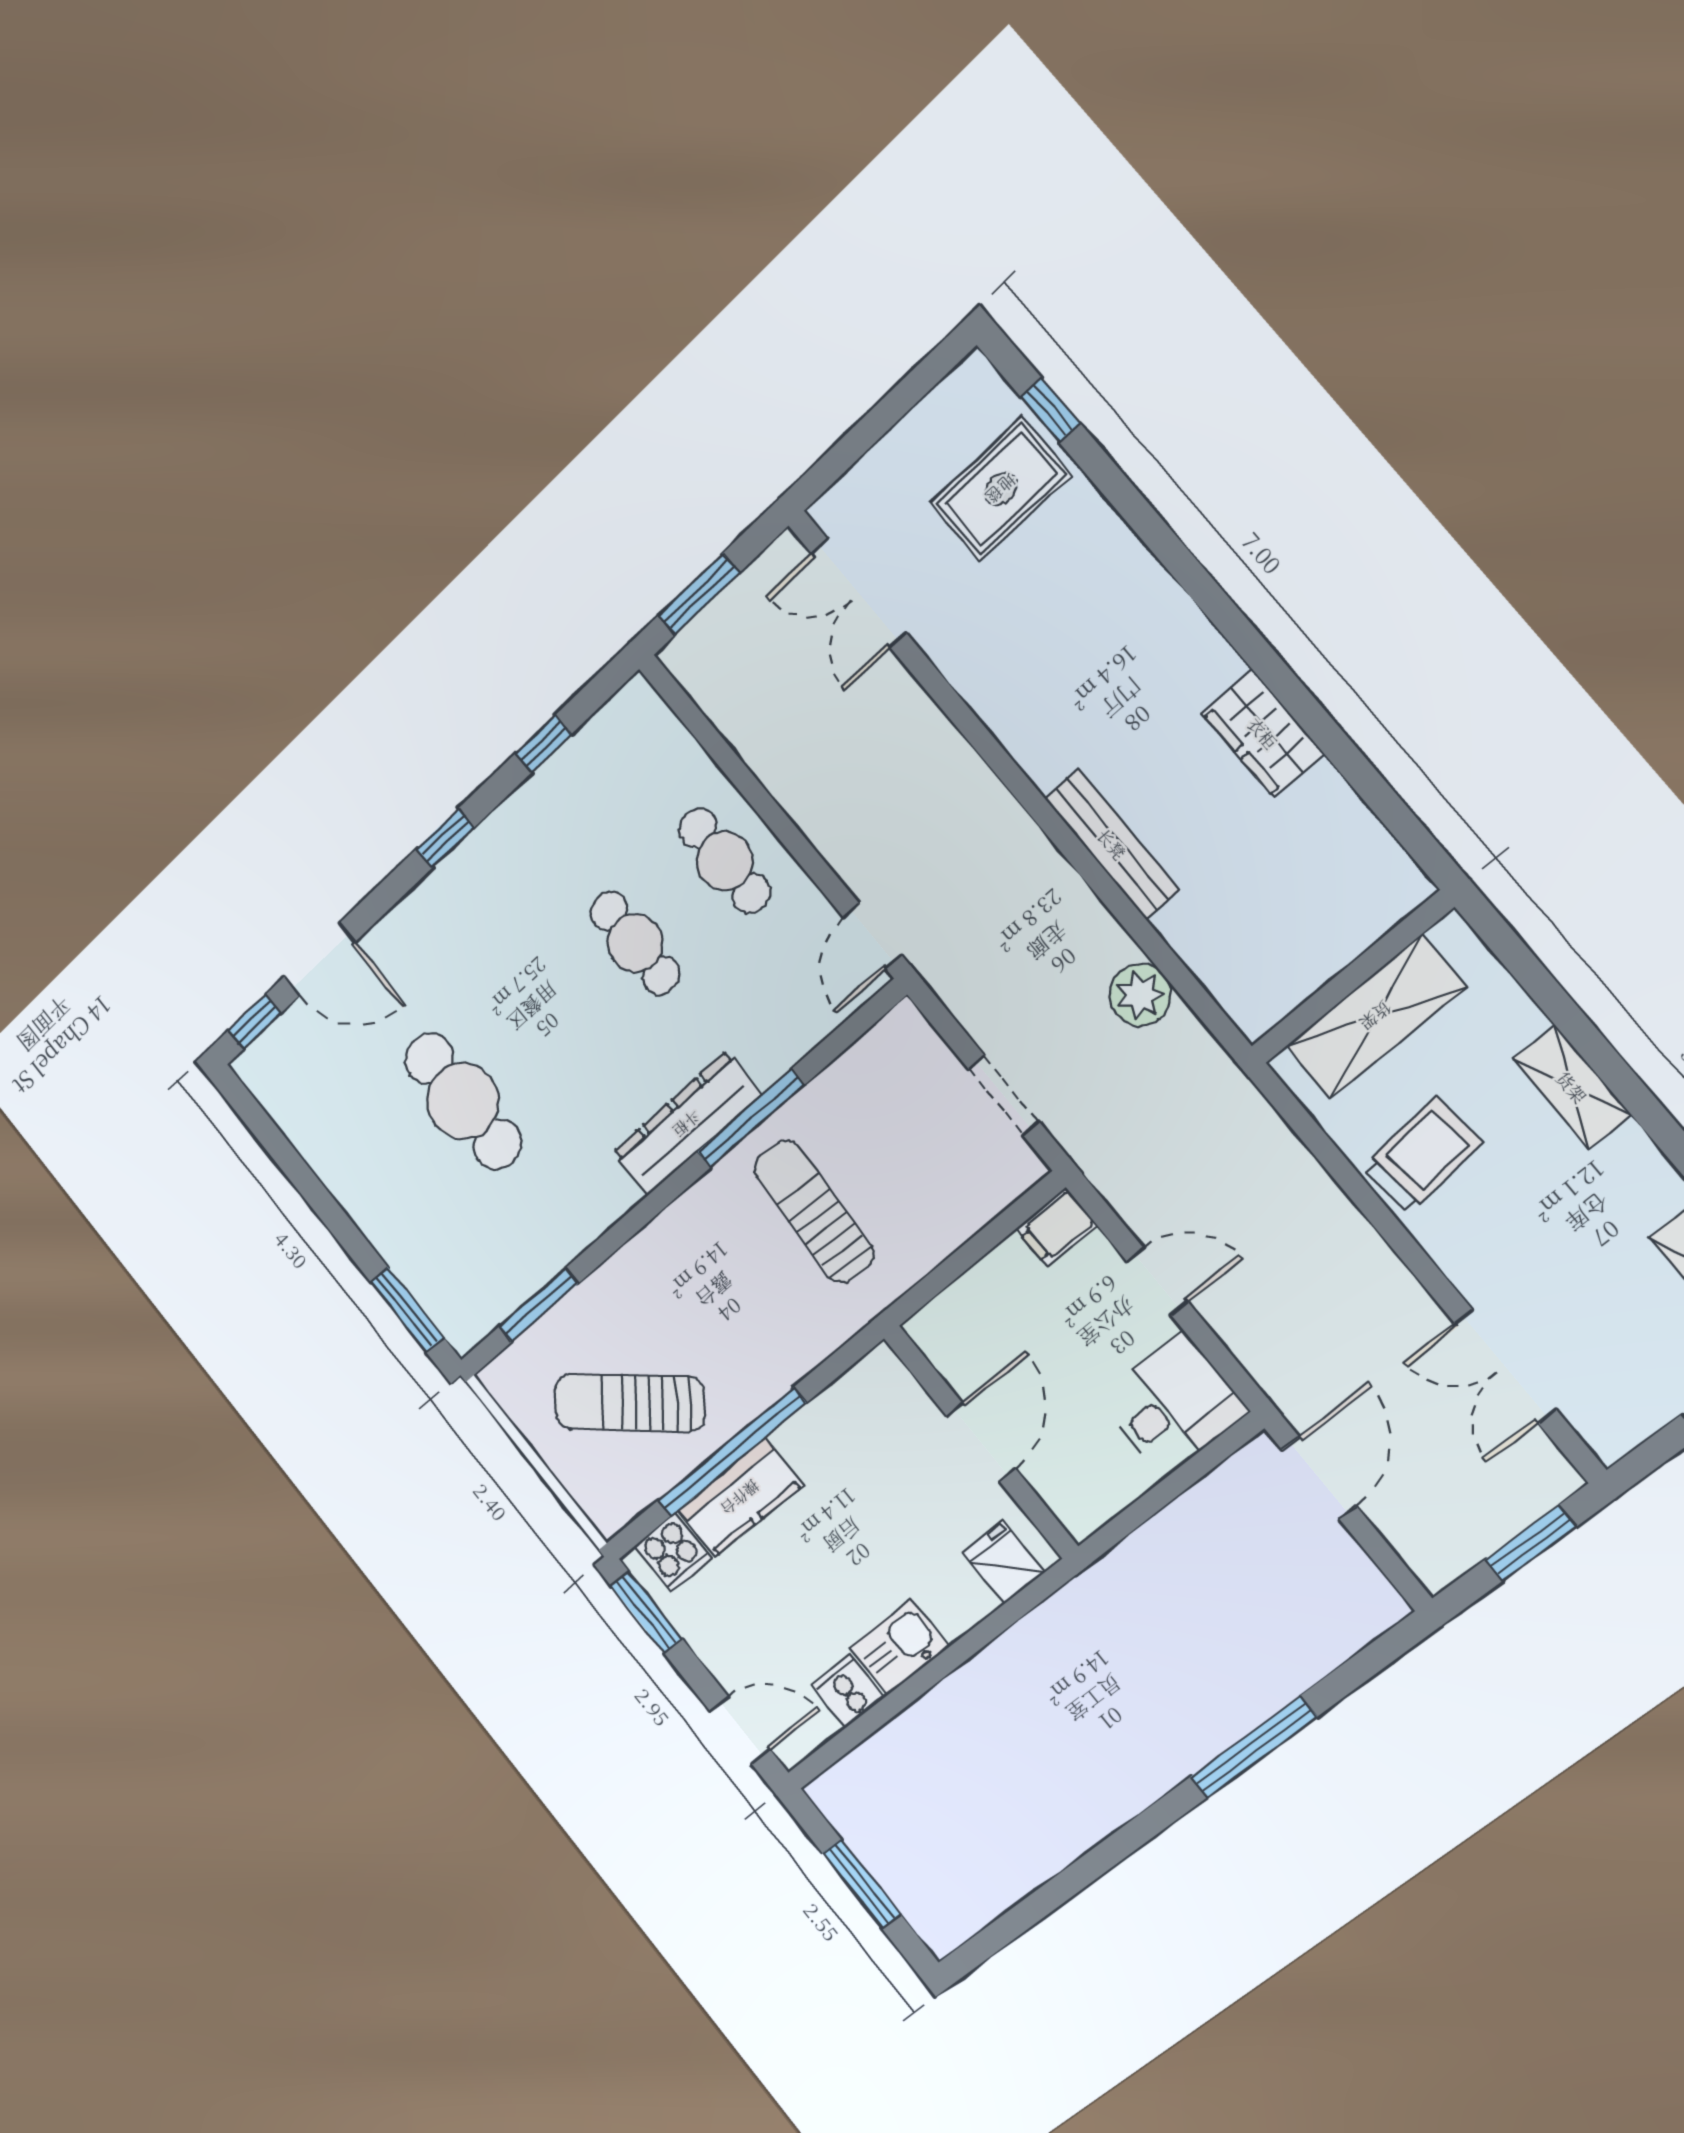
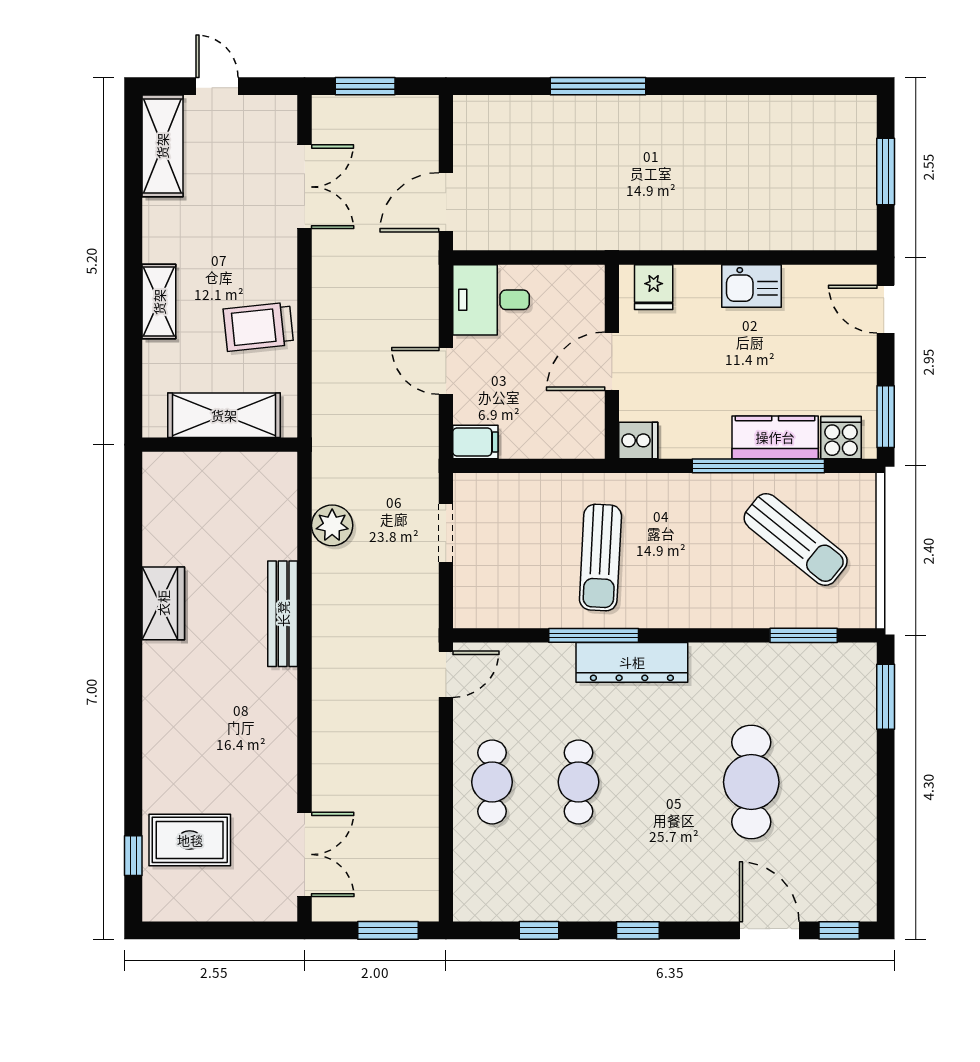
cooker: (848, 1691) -> (638, 440), moved, turned -90

